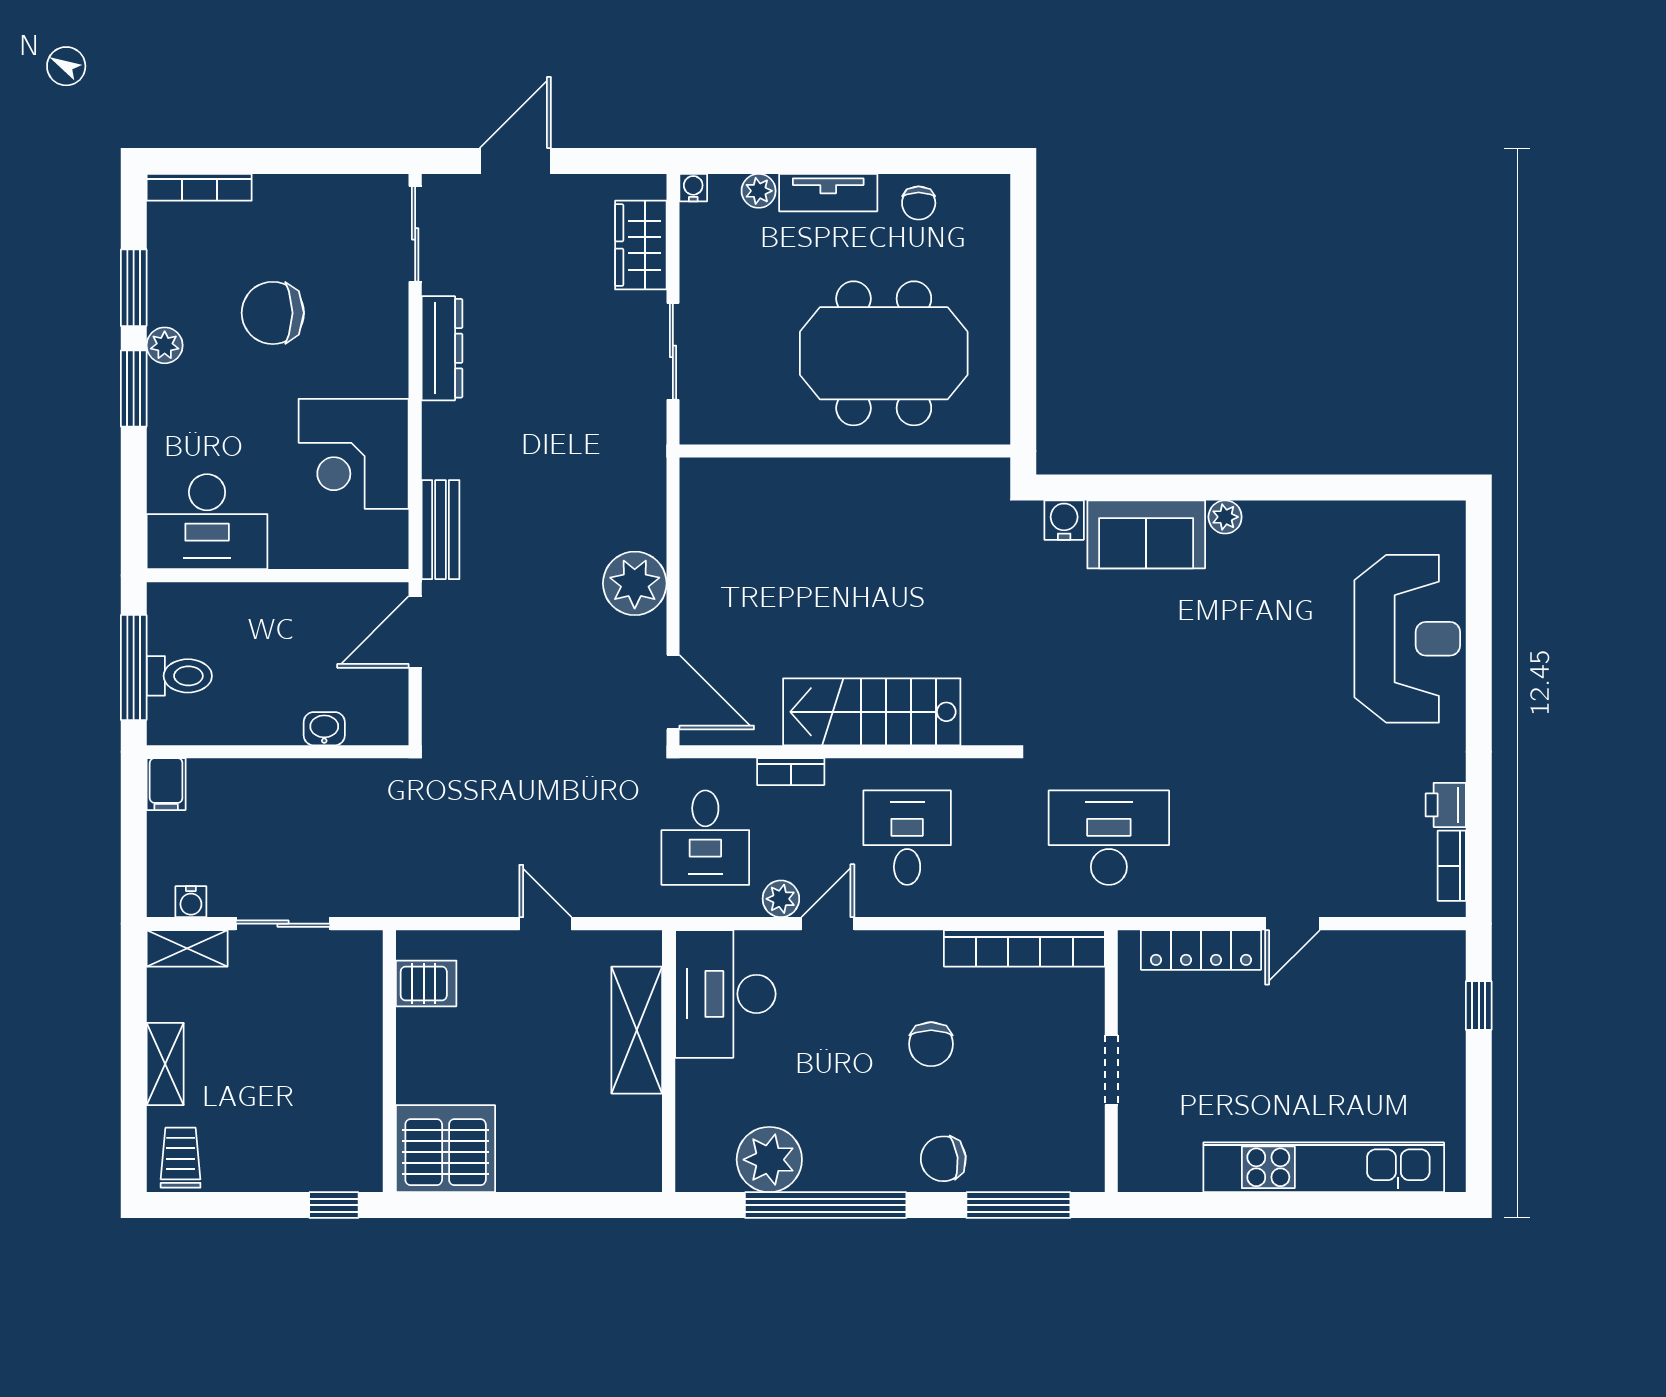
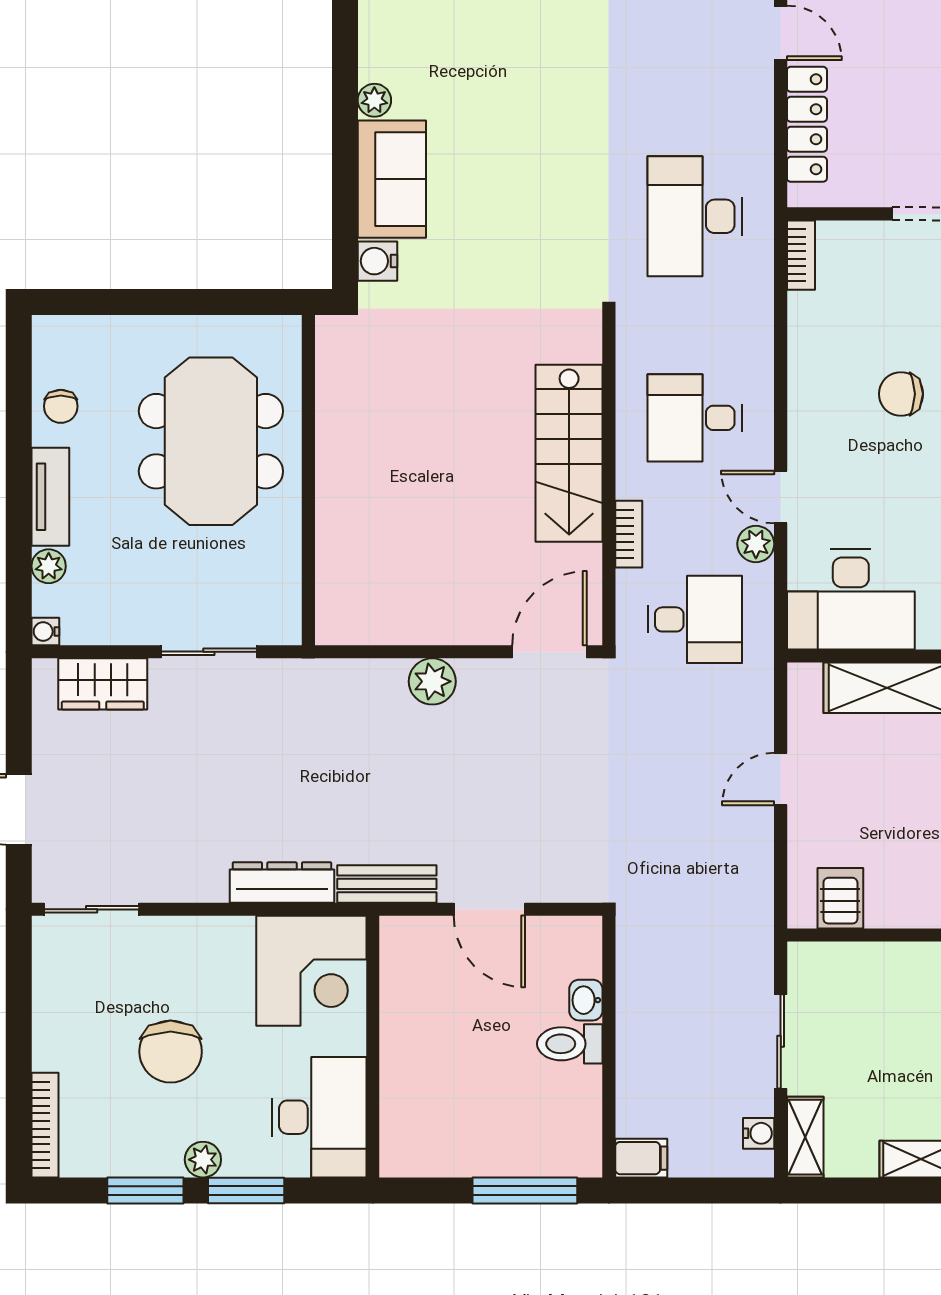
chair: (919, 203) -> (61, 406), turned 90
dresser: (442, 348) -> (282, 882), moved
desk: (207, 522) -> (319, 1117), moved
wall: (278, 576) -> (373, 1047), moved
plant: (635, 583) -> (432, 681), width x0.73, depth x0.73
toilet: (179, 676) -> (570, 1044), moved, turned -90
bookcase: (1024, 948) -> (801, 255), width x0.43, depth x0.76
chair: (931, 1044) -> (901, 394), turned 180

